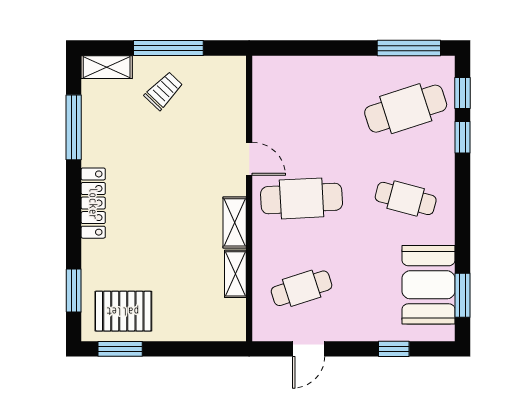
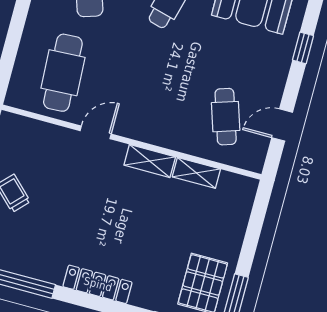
cafe table: (302, 198) -> (63, 73), moved
door: (309, 349) -> (282, 125), swing flipped

